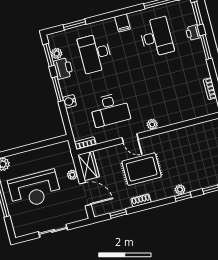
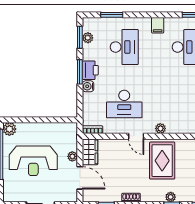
desk: (95, 53) -> (124, 47), turned 180
printer: (63, 68) -> (90, 70), moved
rug: (142, 169) -> (162, 161), moved, turned 90

